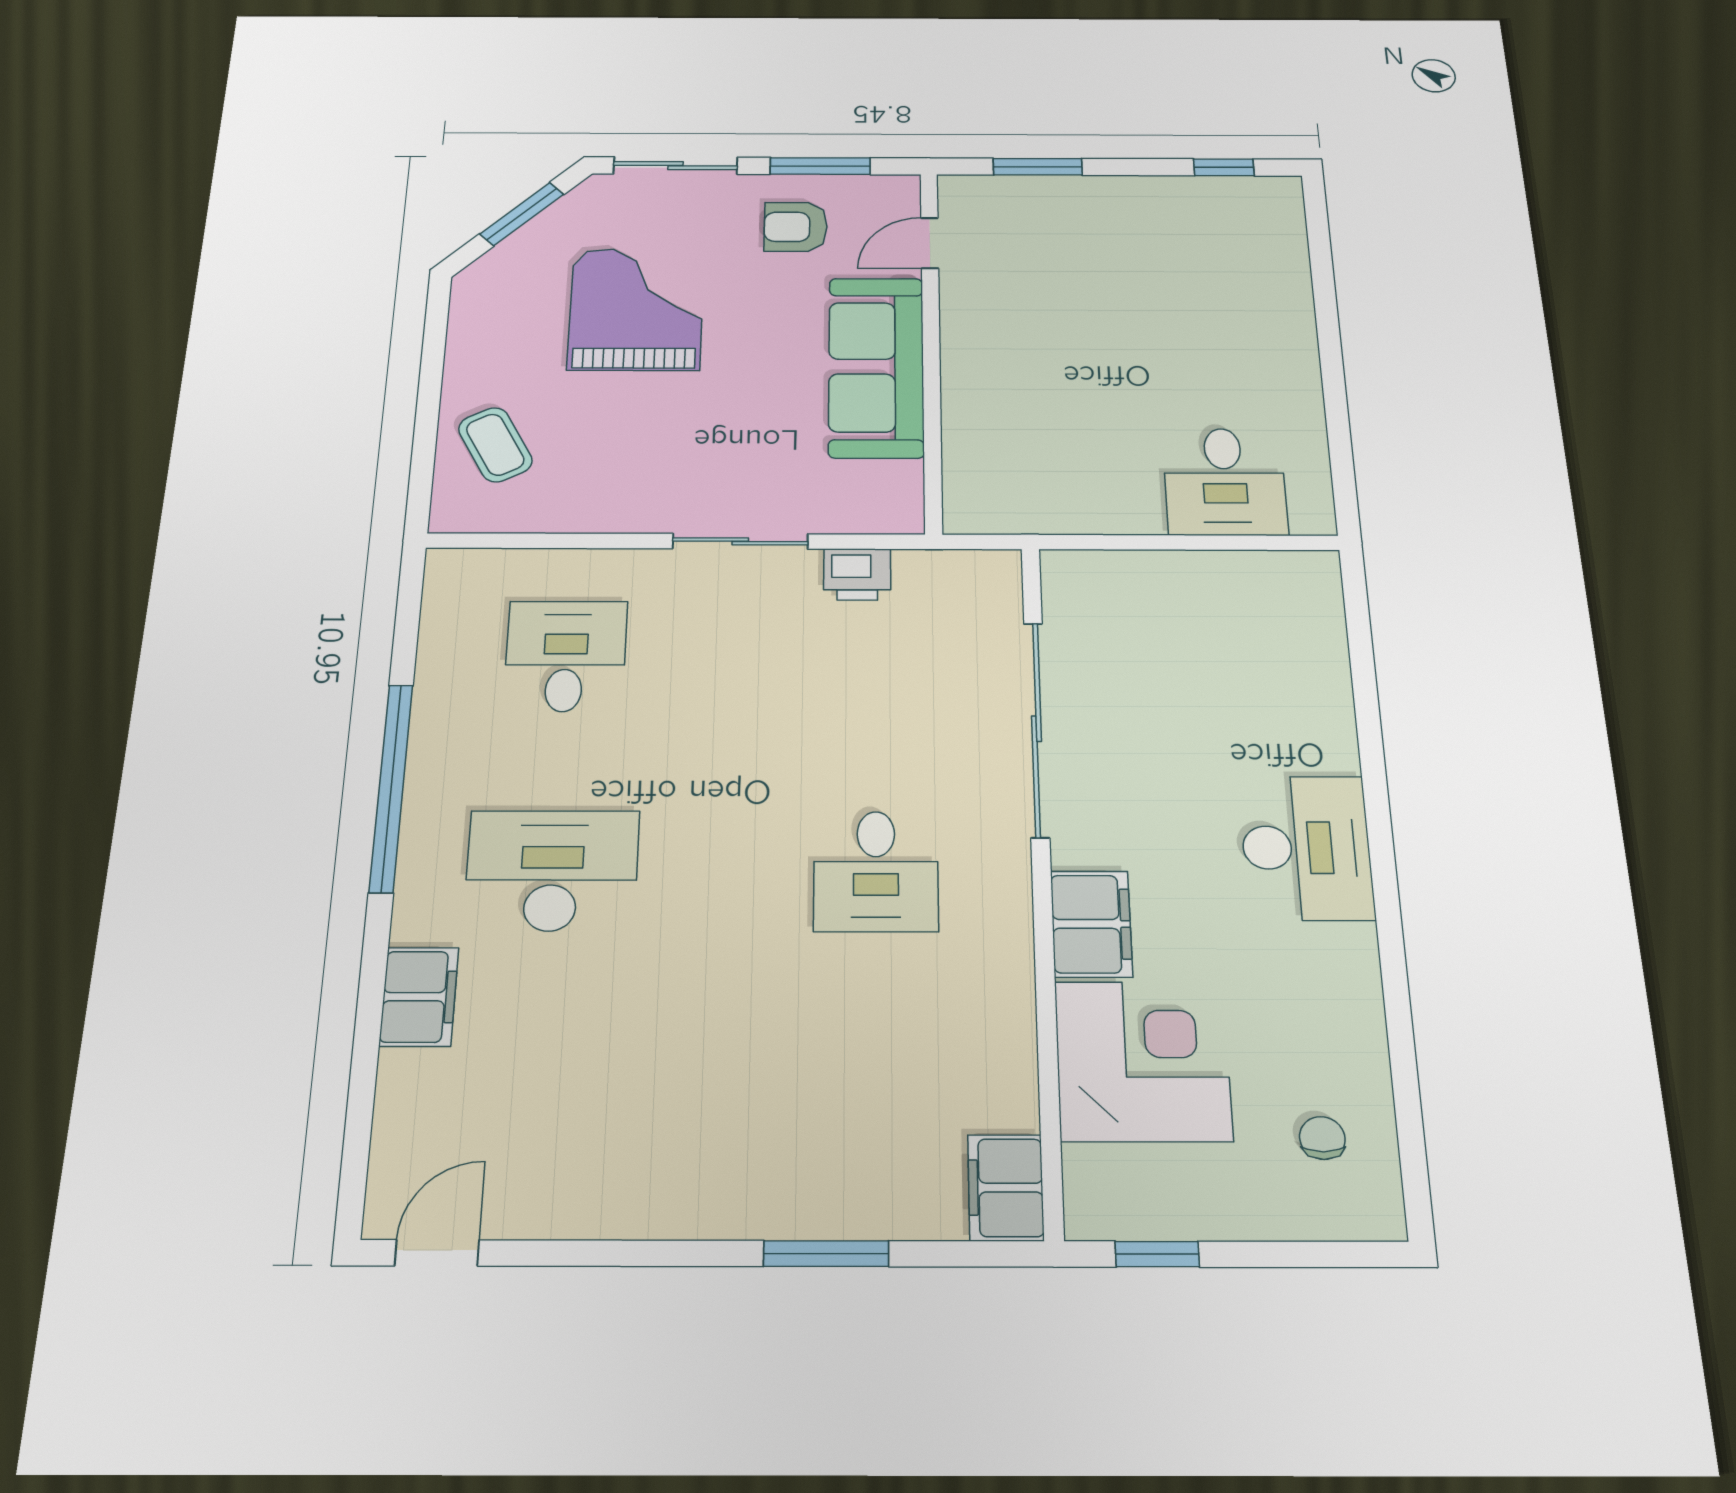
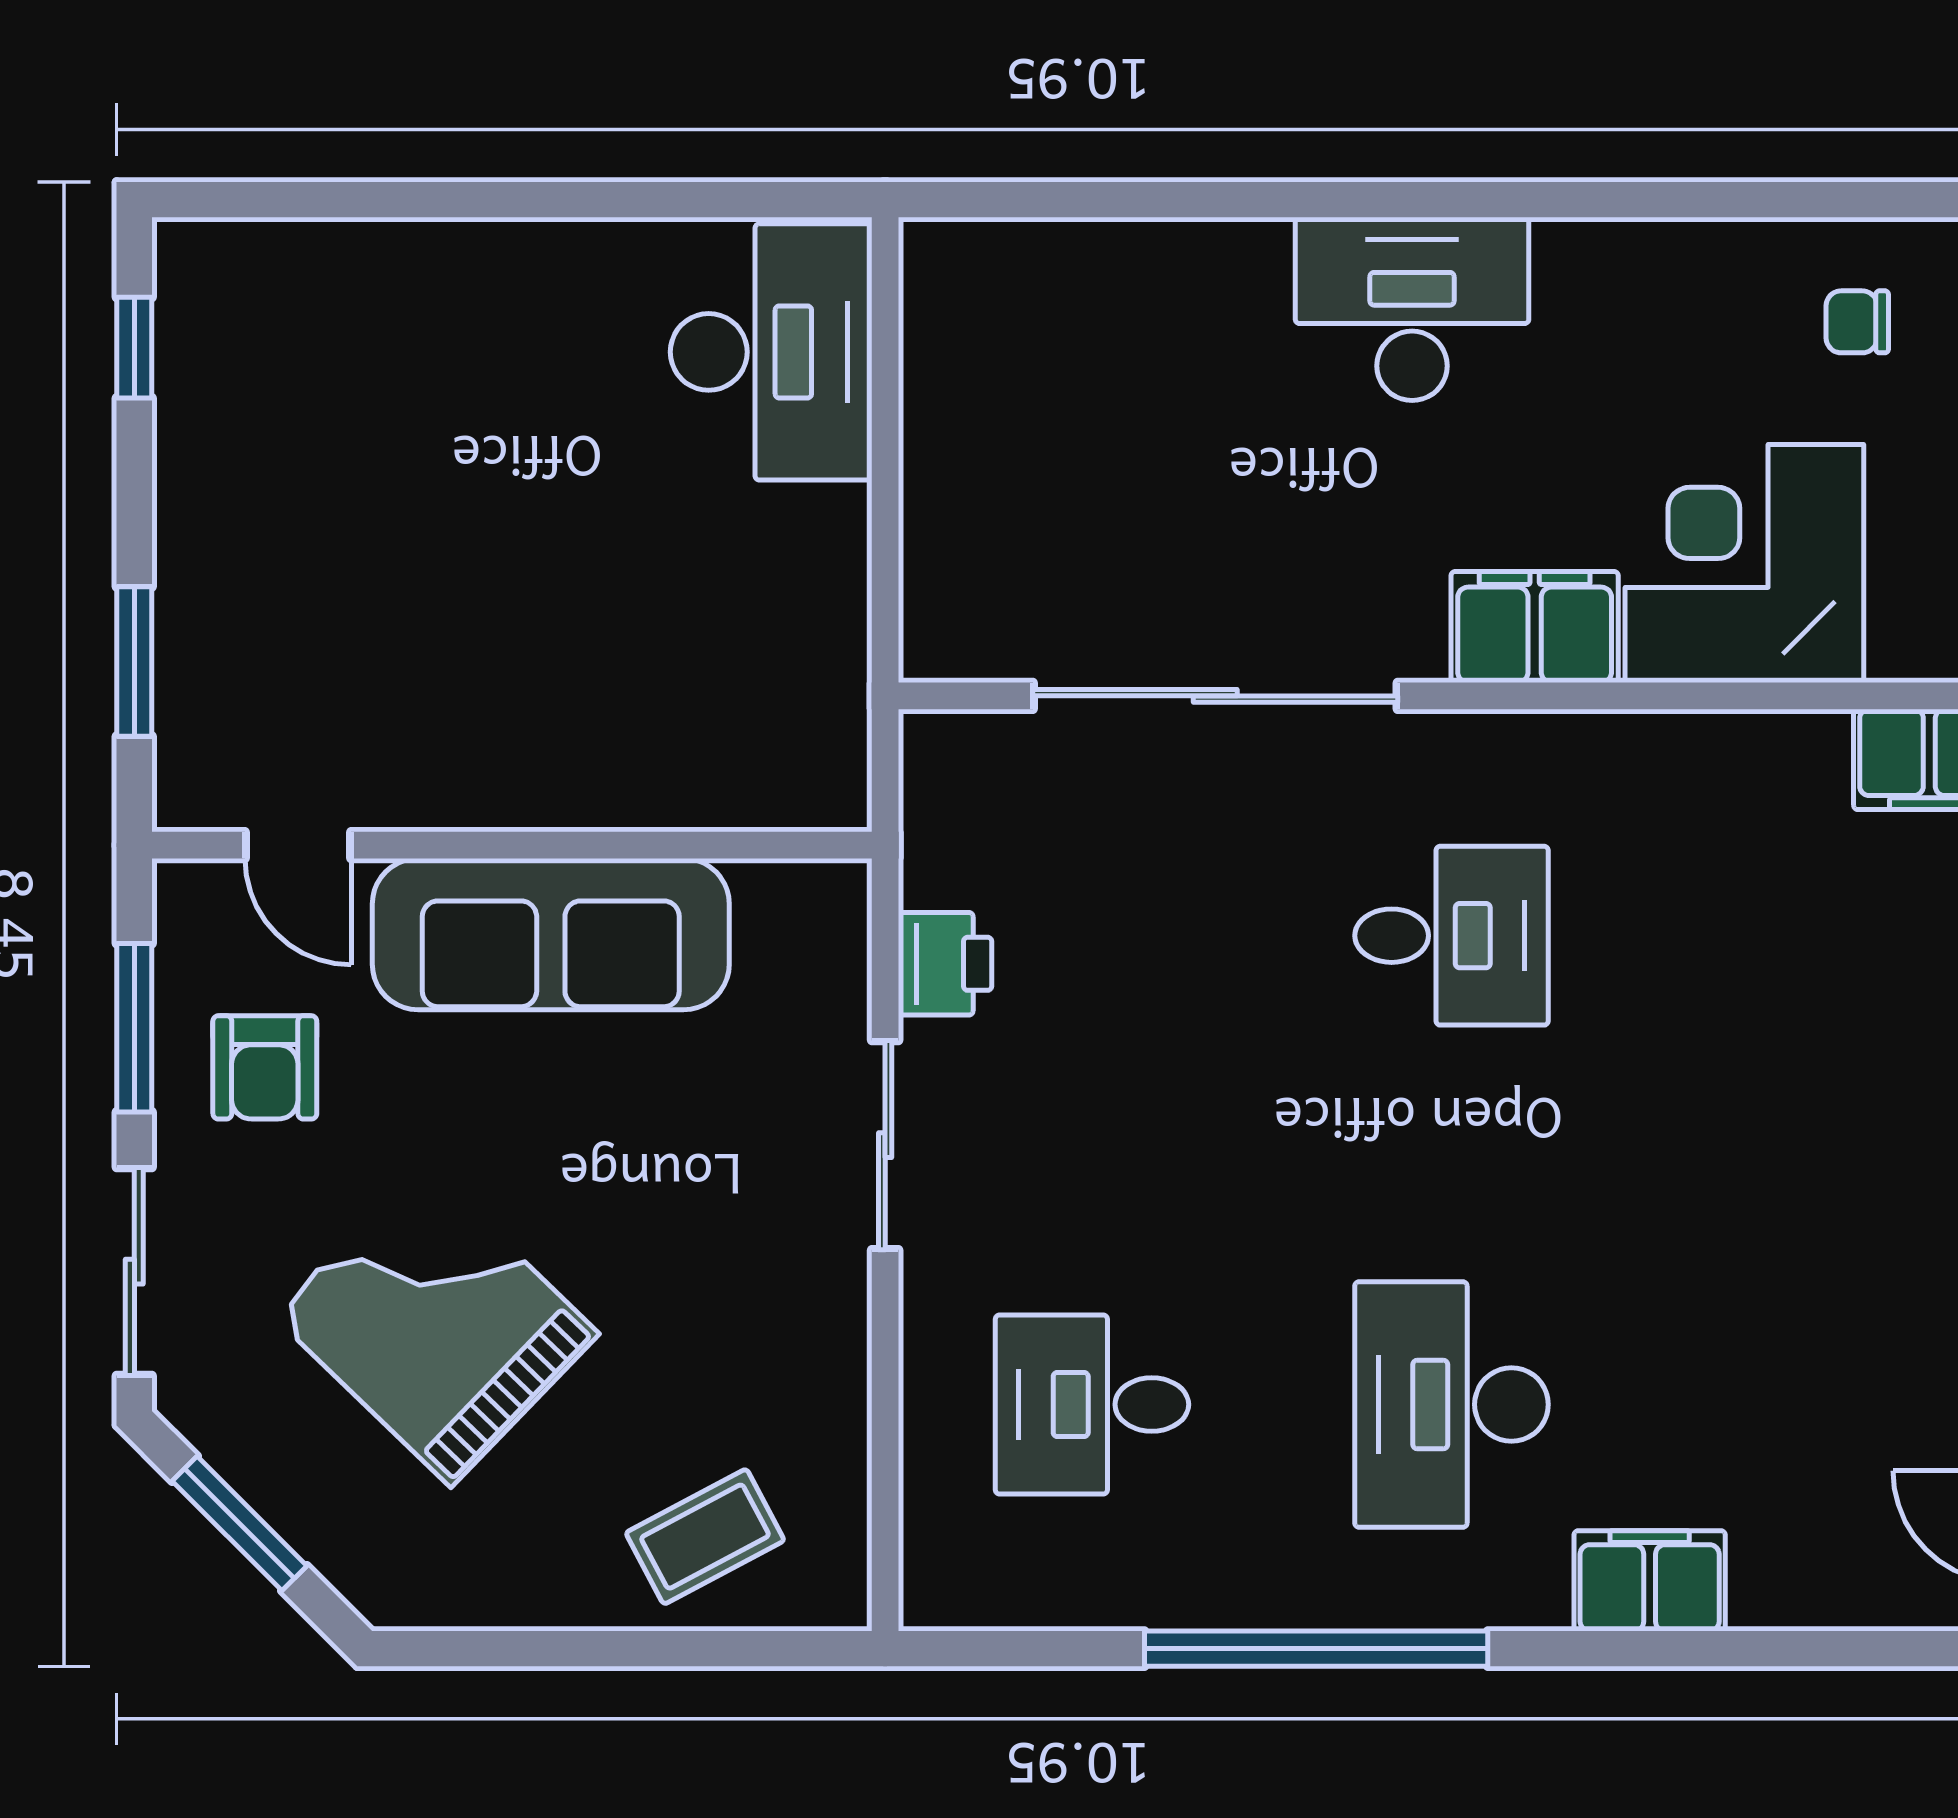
grand piano: (636, 309) -> (436, 1325), turned 44
desk: (1225, 482) -> (771, 352), width x1.37

